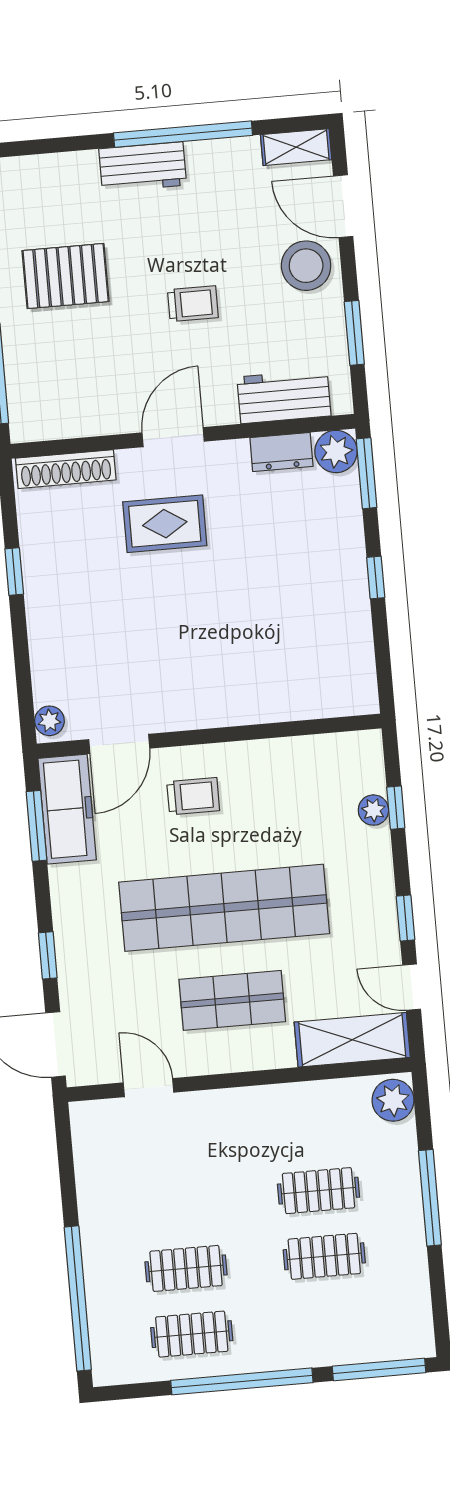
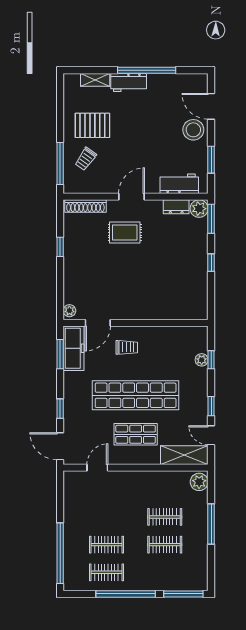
shelving: (296, 147) -> (95, 80), moved
trolley: (193, 304) -> (86, 159), moved, turned 125
door: (149, 1088) -> (97, 468), hinge flipped

